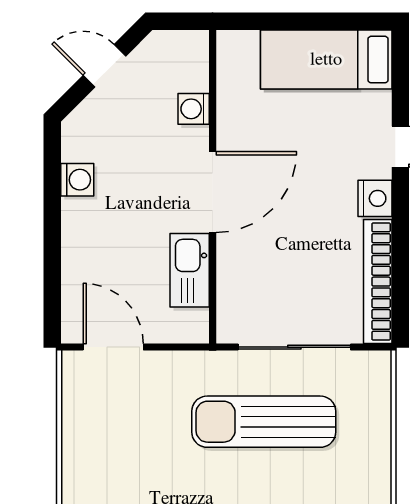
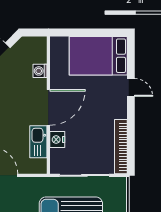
bed: (326, 60) -> (98, 56), width x1.50
nightstand: (375, 198) -> (57, 140), moved, turned 180

